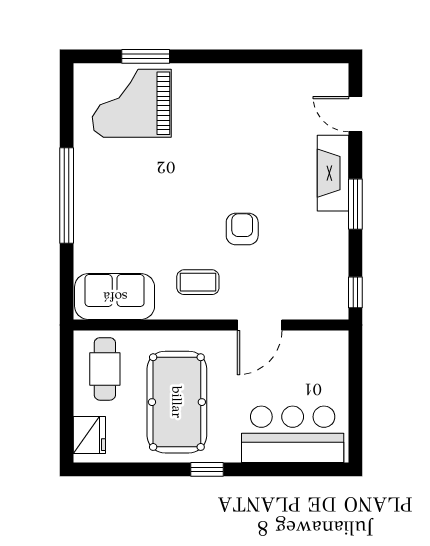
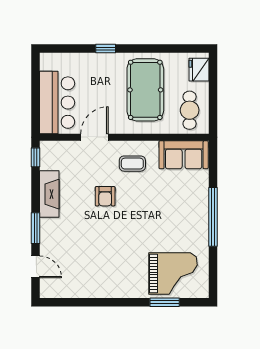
fireplace: (333, 173) -> (49, 194), moved
window: (355, 204) -> (36, 228), moved
bar counter: (293, 434) -> (57, 103), moved, turned -90
window: (207, 469) -> (106, 48), moved

